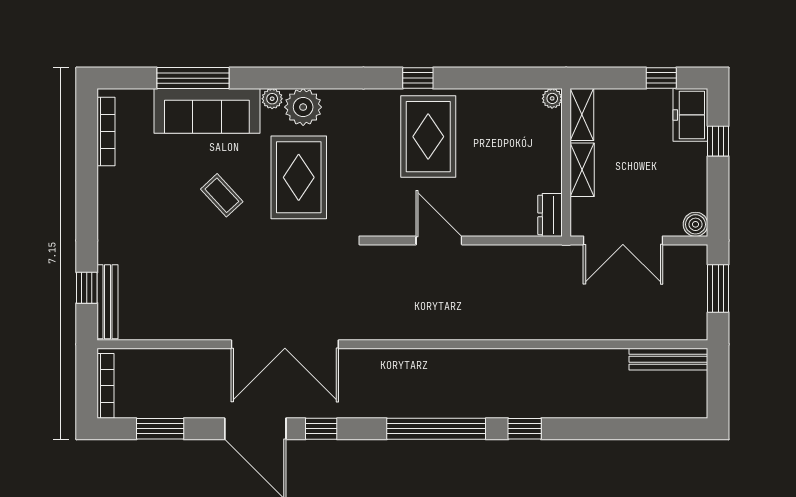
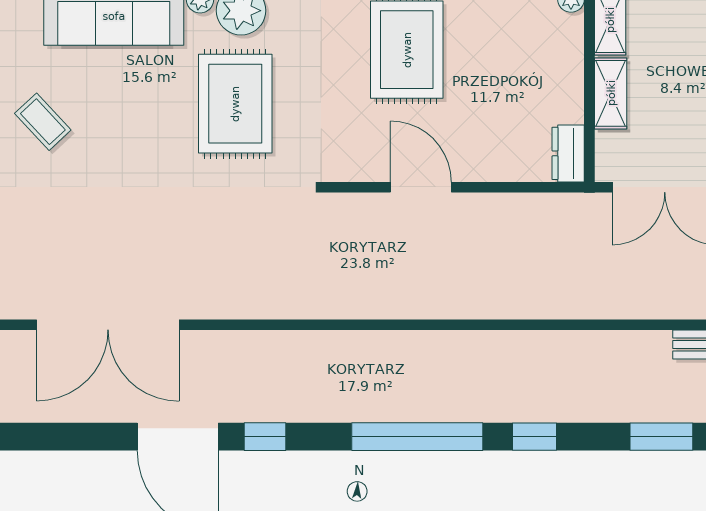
coffee table: (222, 195) -> (43, 122), moved
double door: (285, 344) -> (108, 325), moved
window: (160, 429) -> (661, 437), moved

